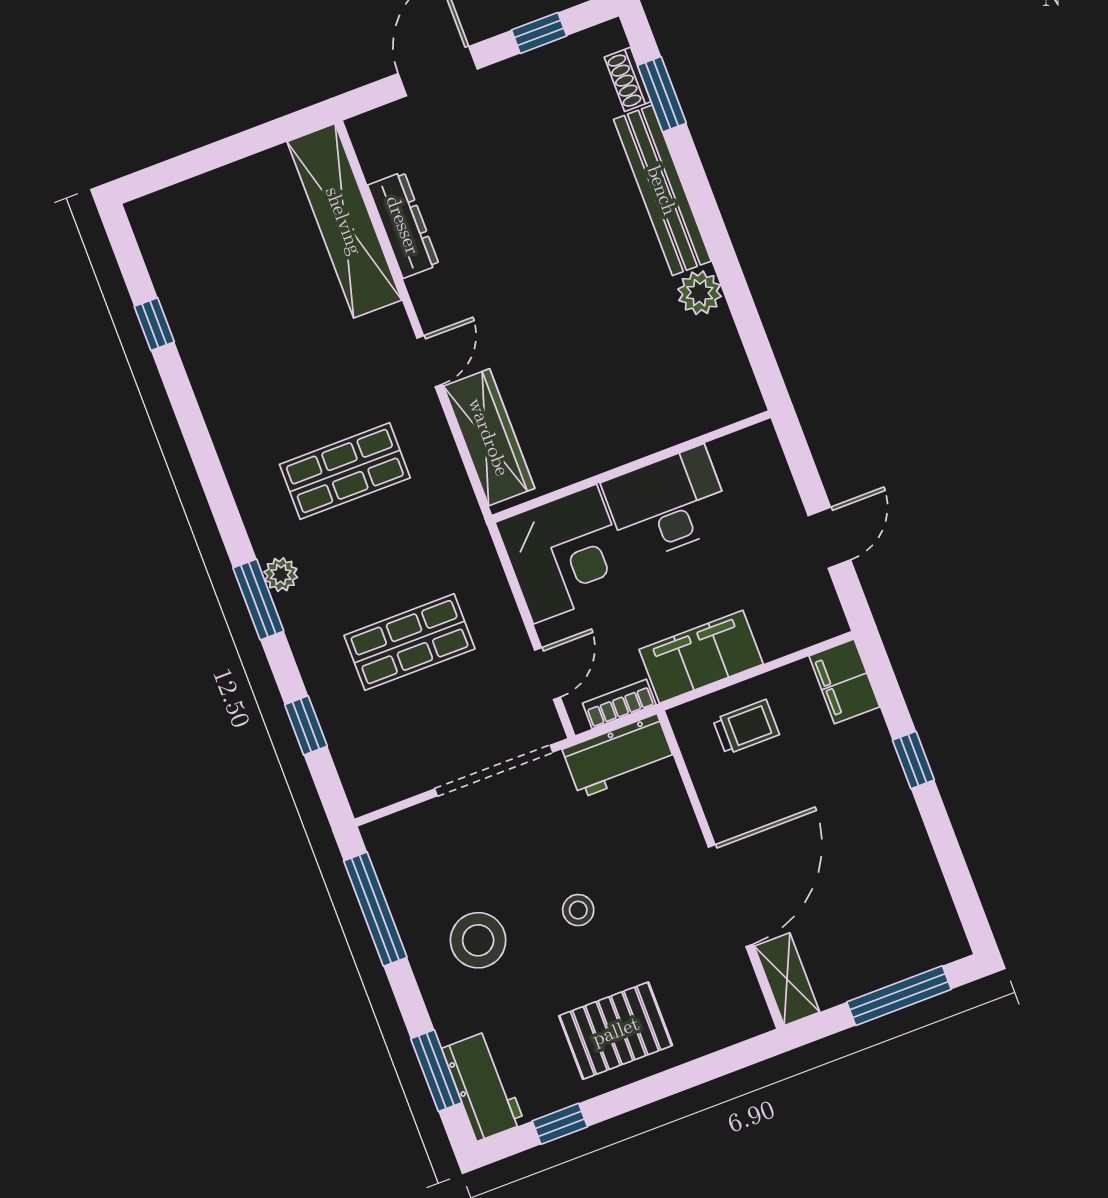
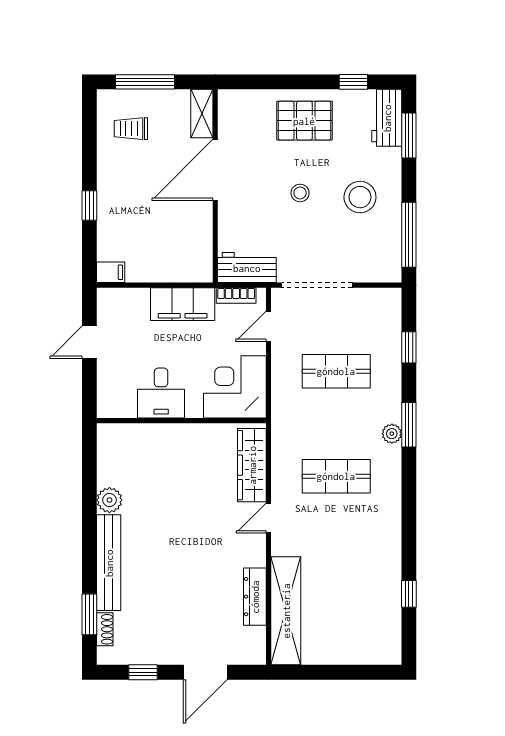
desk: (667, 504) -> (161, 393), width x0.73
filing cabinet: (844, 681) -> (111, 272), width x0.50
trolley: (746, 727) -> (131, 129), moved

